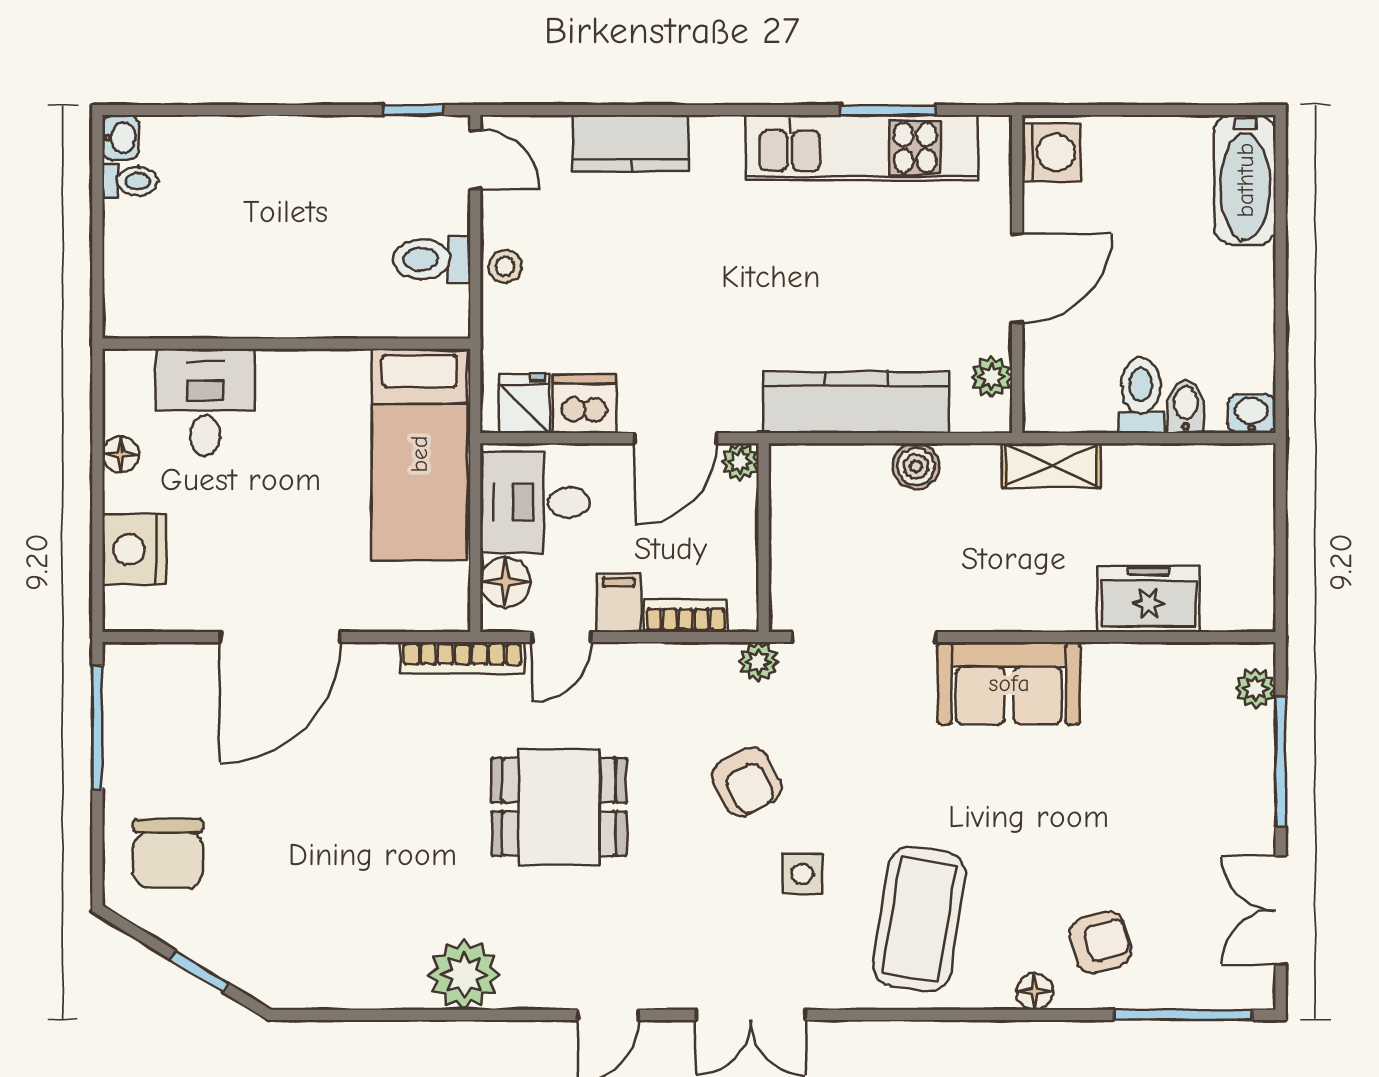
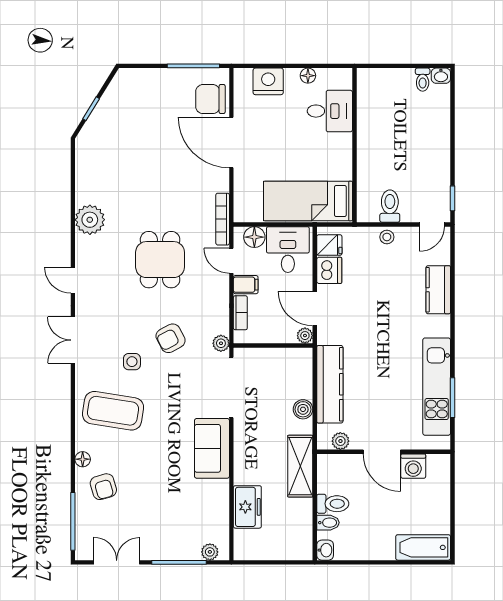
washing machine: (1051, 152) -> (413, 466), moved
shelving: (1051, 465) -> (300, 466), width x1.50, depth x1.33
chair: (168, 853) -> (210, 99), moved

